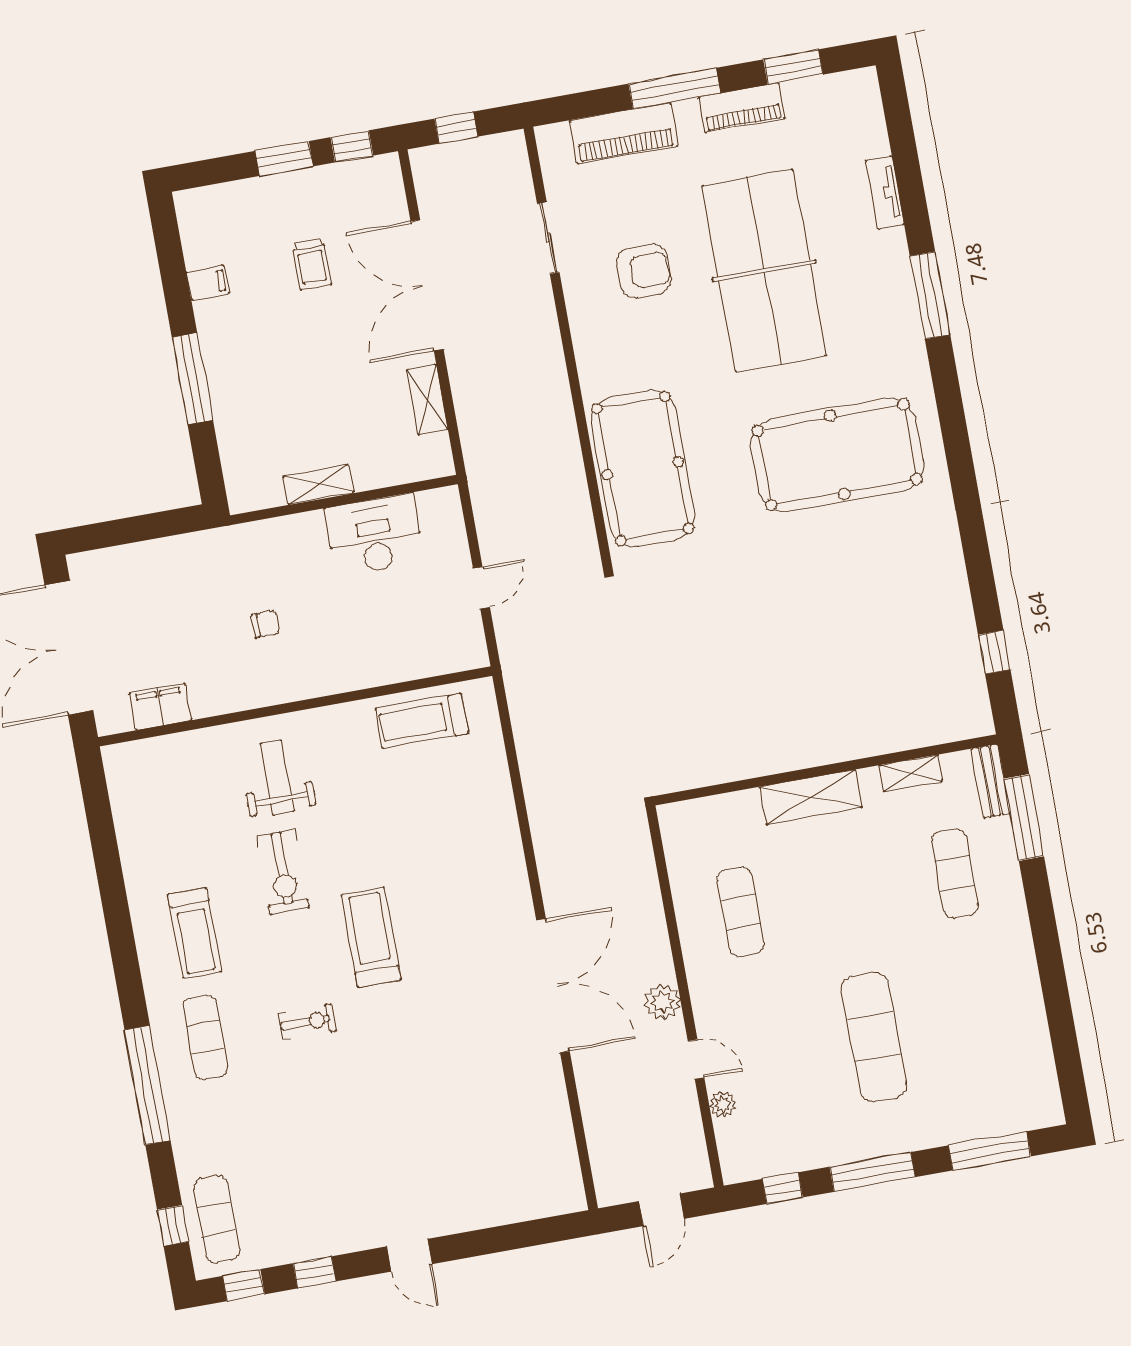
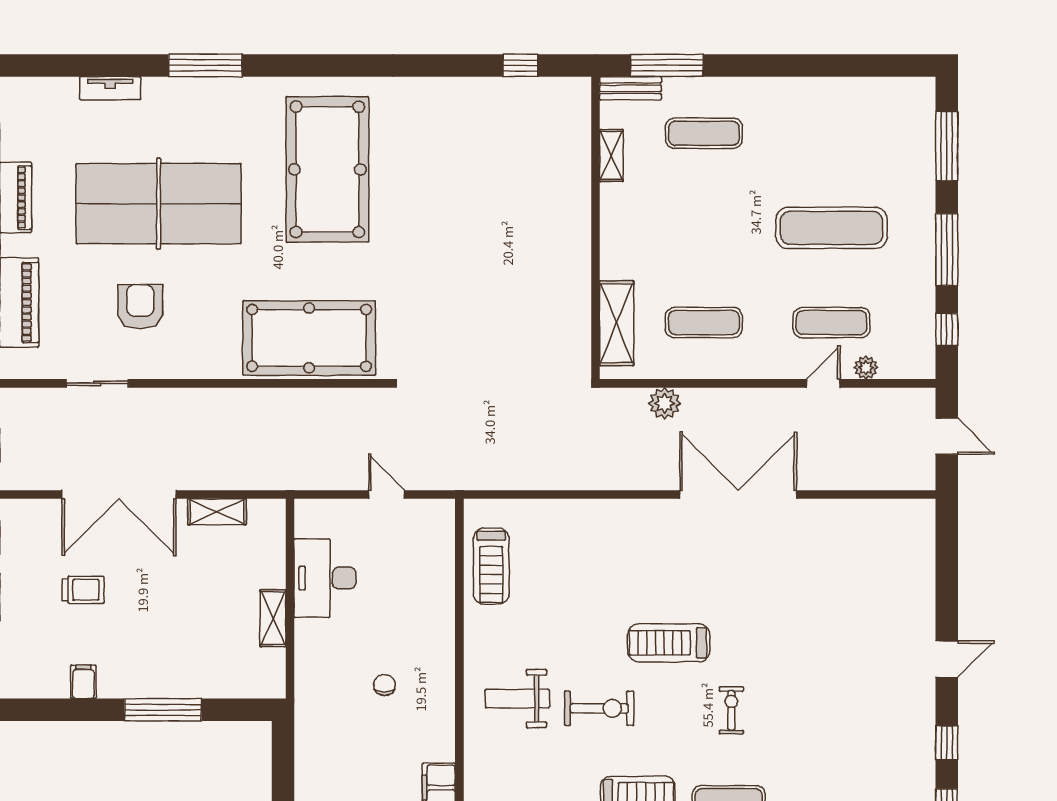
shelving: (811, 797) -> (617, 323), moved
plant: (662, 1002) -> (665, 403), moved
exercise mat: (767, 1056) -> (832, 323), added

